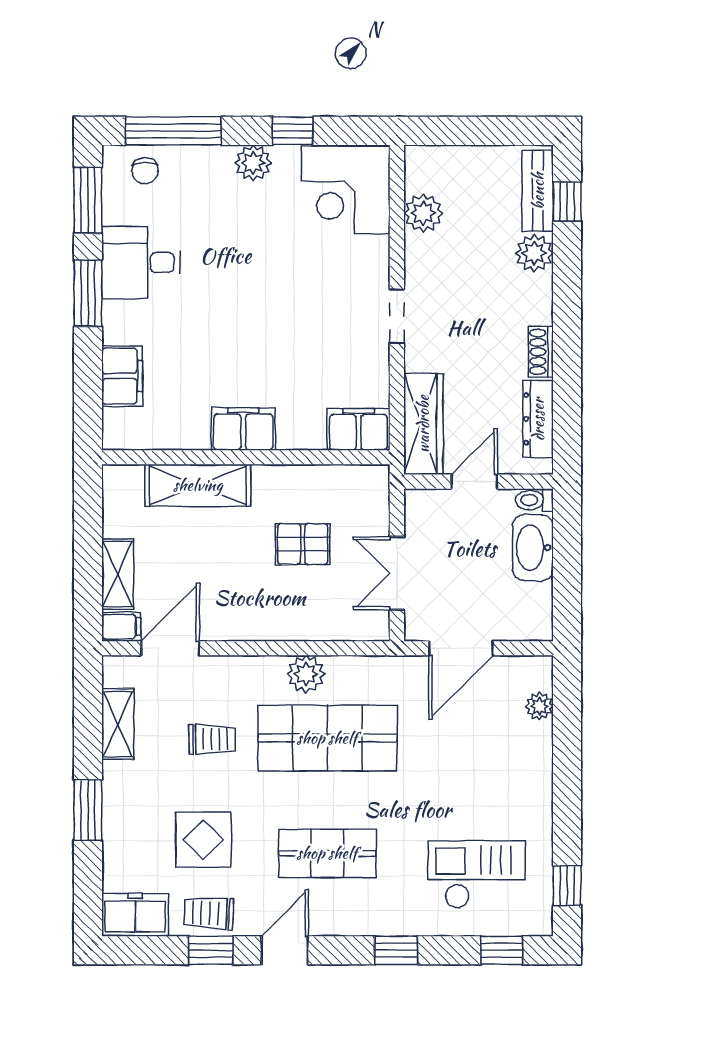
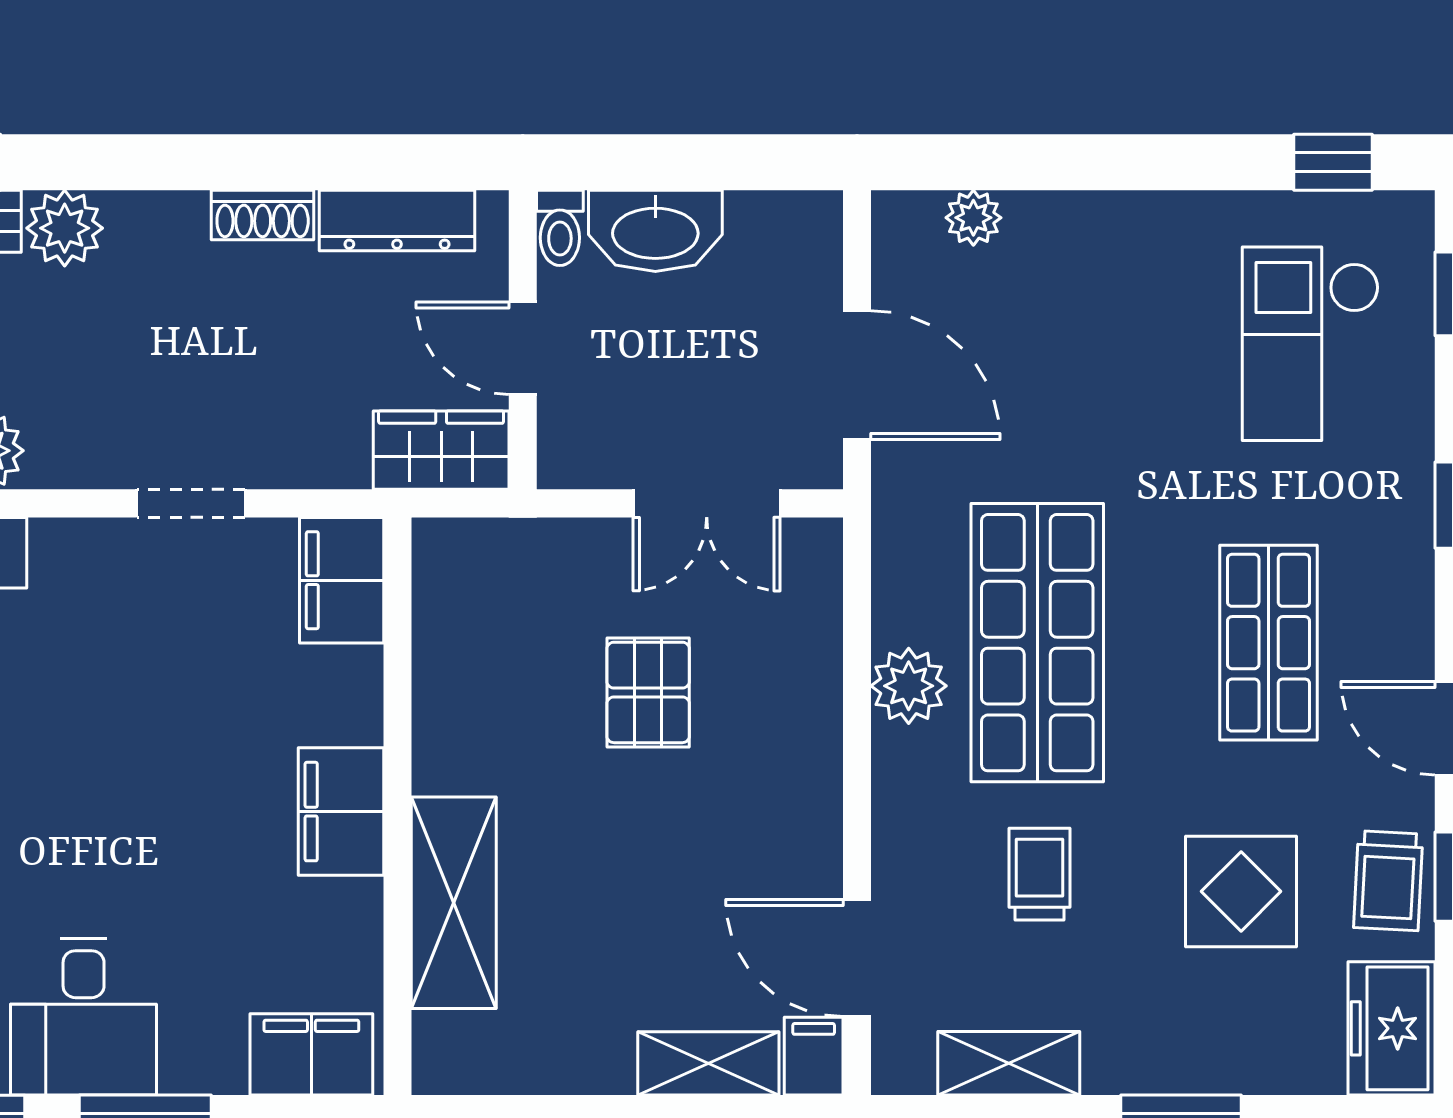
wardrobe: (423, 424) -> (441, 450), width x0.67
filing cabinet: (243, 429) -> (341, 812), moved
filing cabinet: (359, 429) -> (342, 580), moved
wall: (246, 457) -> (397, 806), moved
shelving: (198, 485) -> (454, 903), moved

